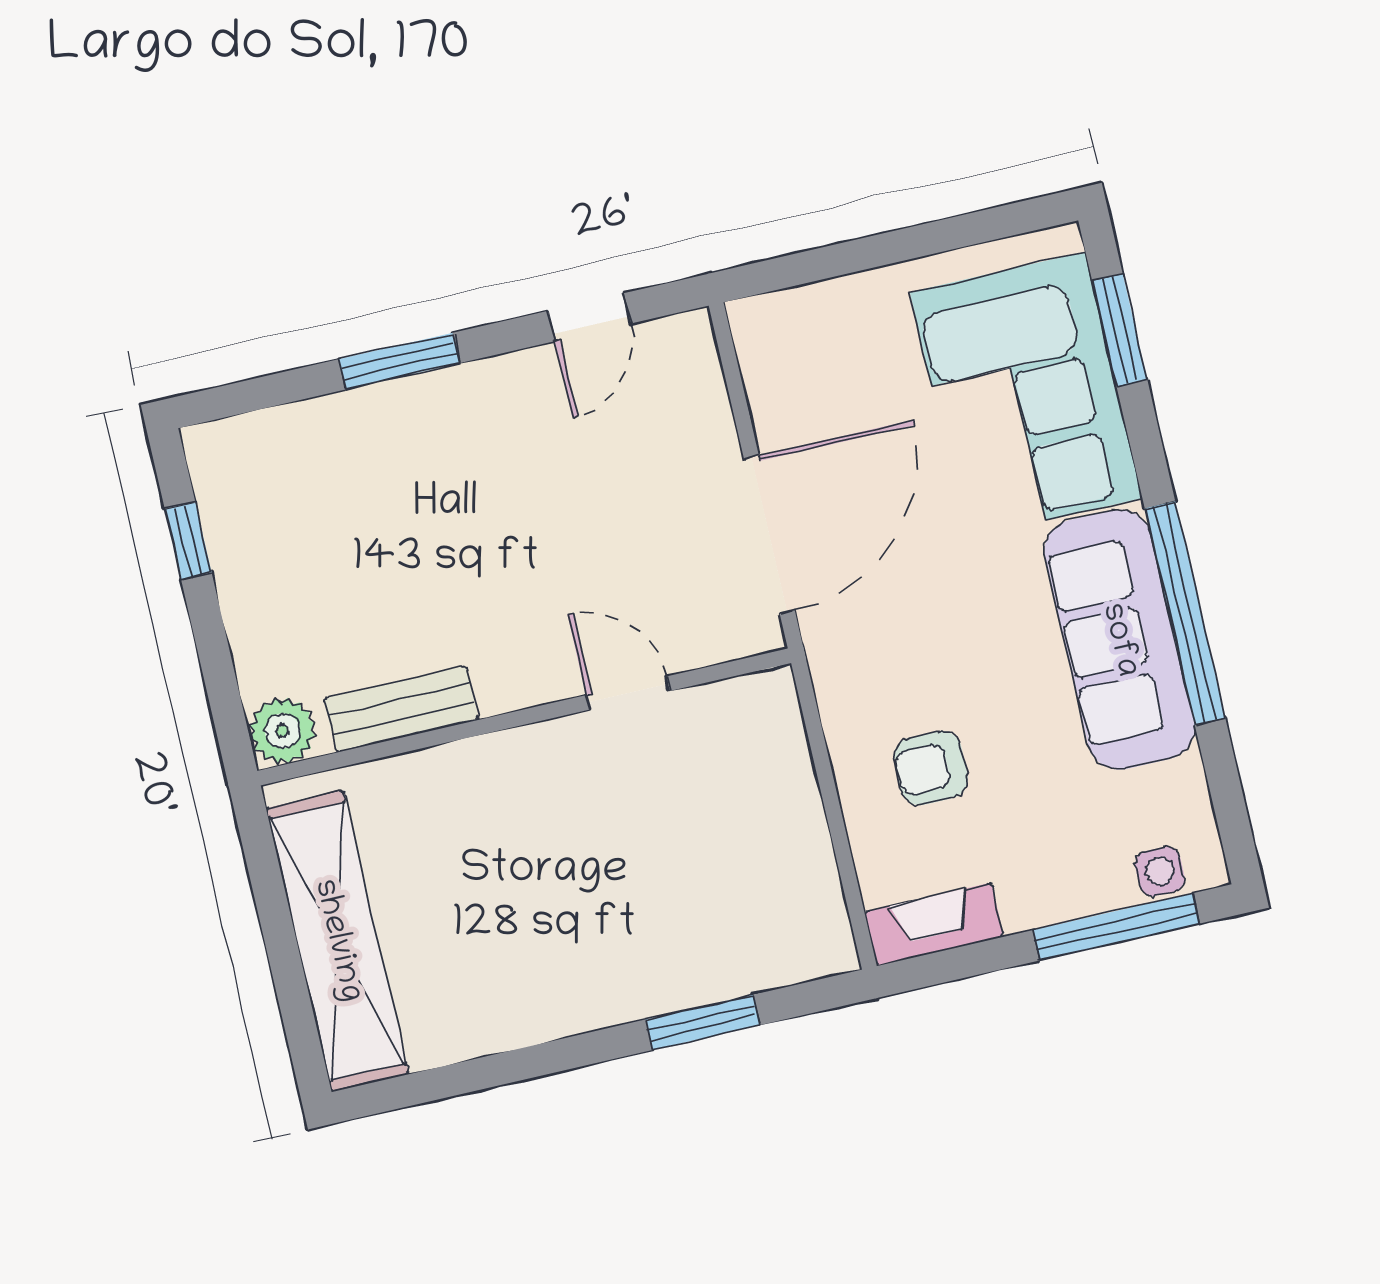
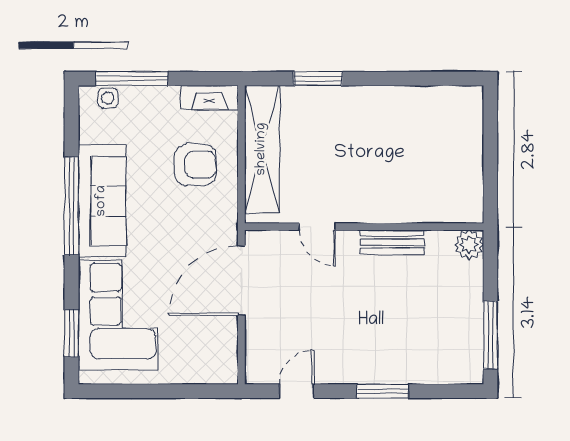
window: (188, 541) -> (490, 335), width x2.17
bench: (401, 709) -> (392, 242), moved
armchair: (931, 768) -> (195, 165), width x1.38, depth x1.38
shelving: (337, 941) -> (262, 149), moved

